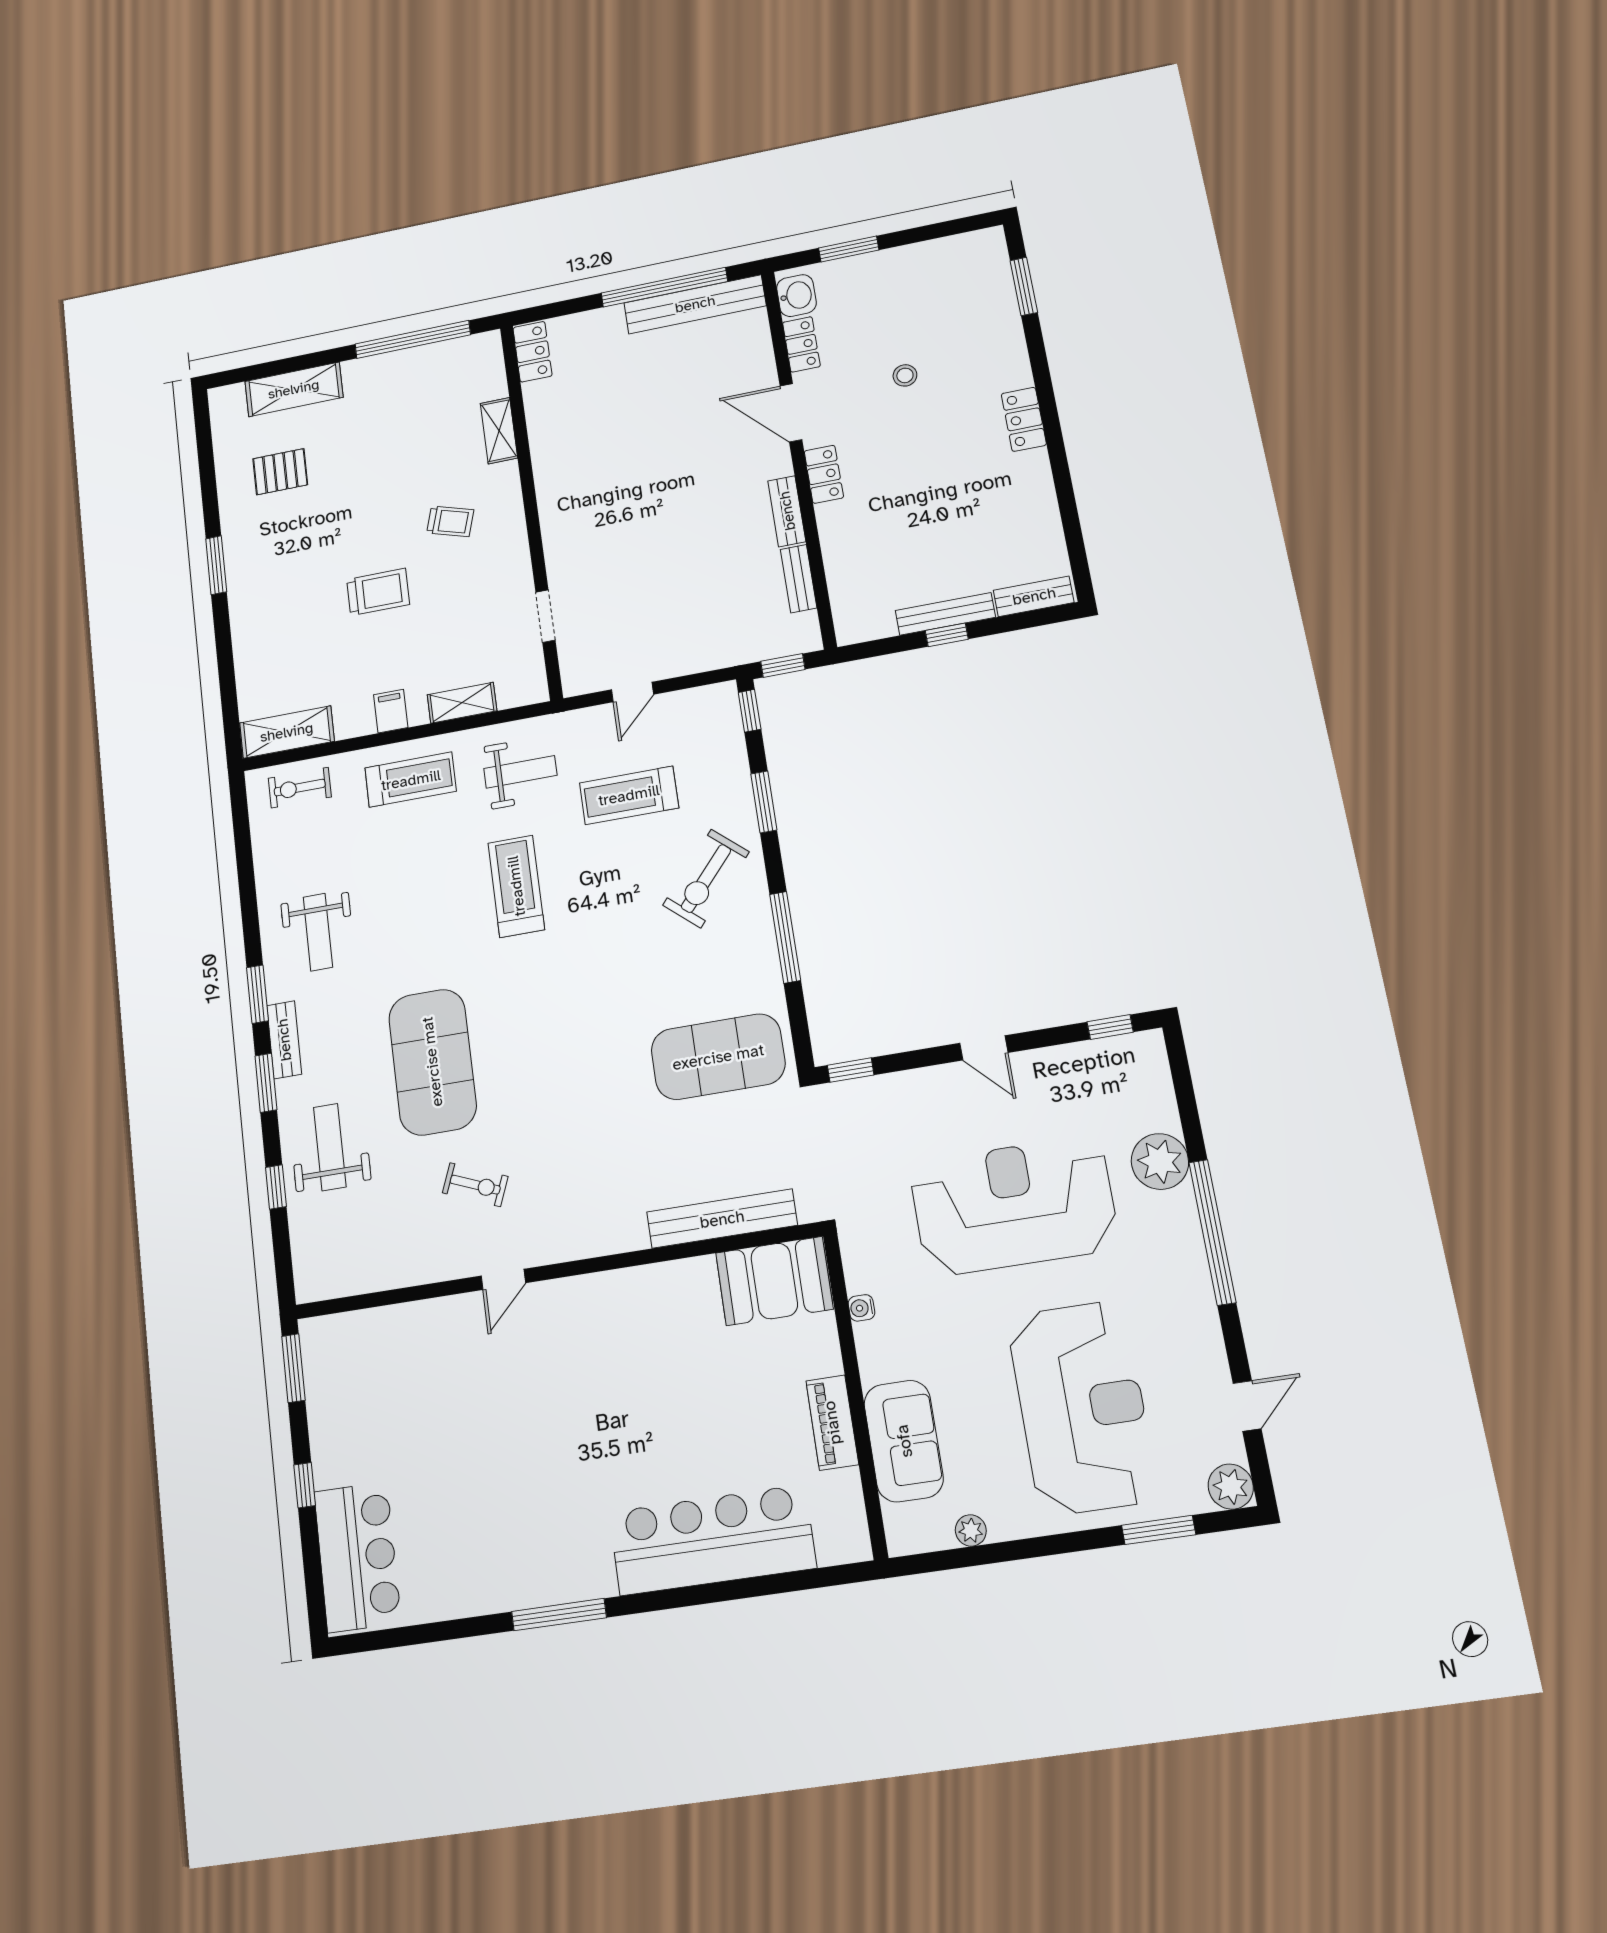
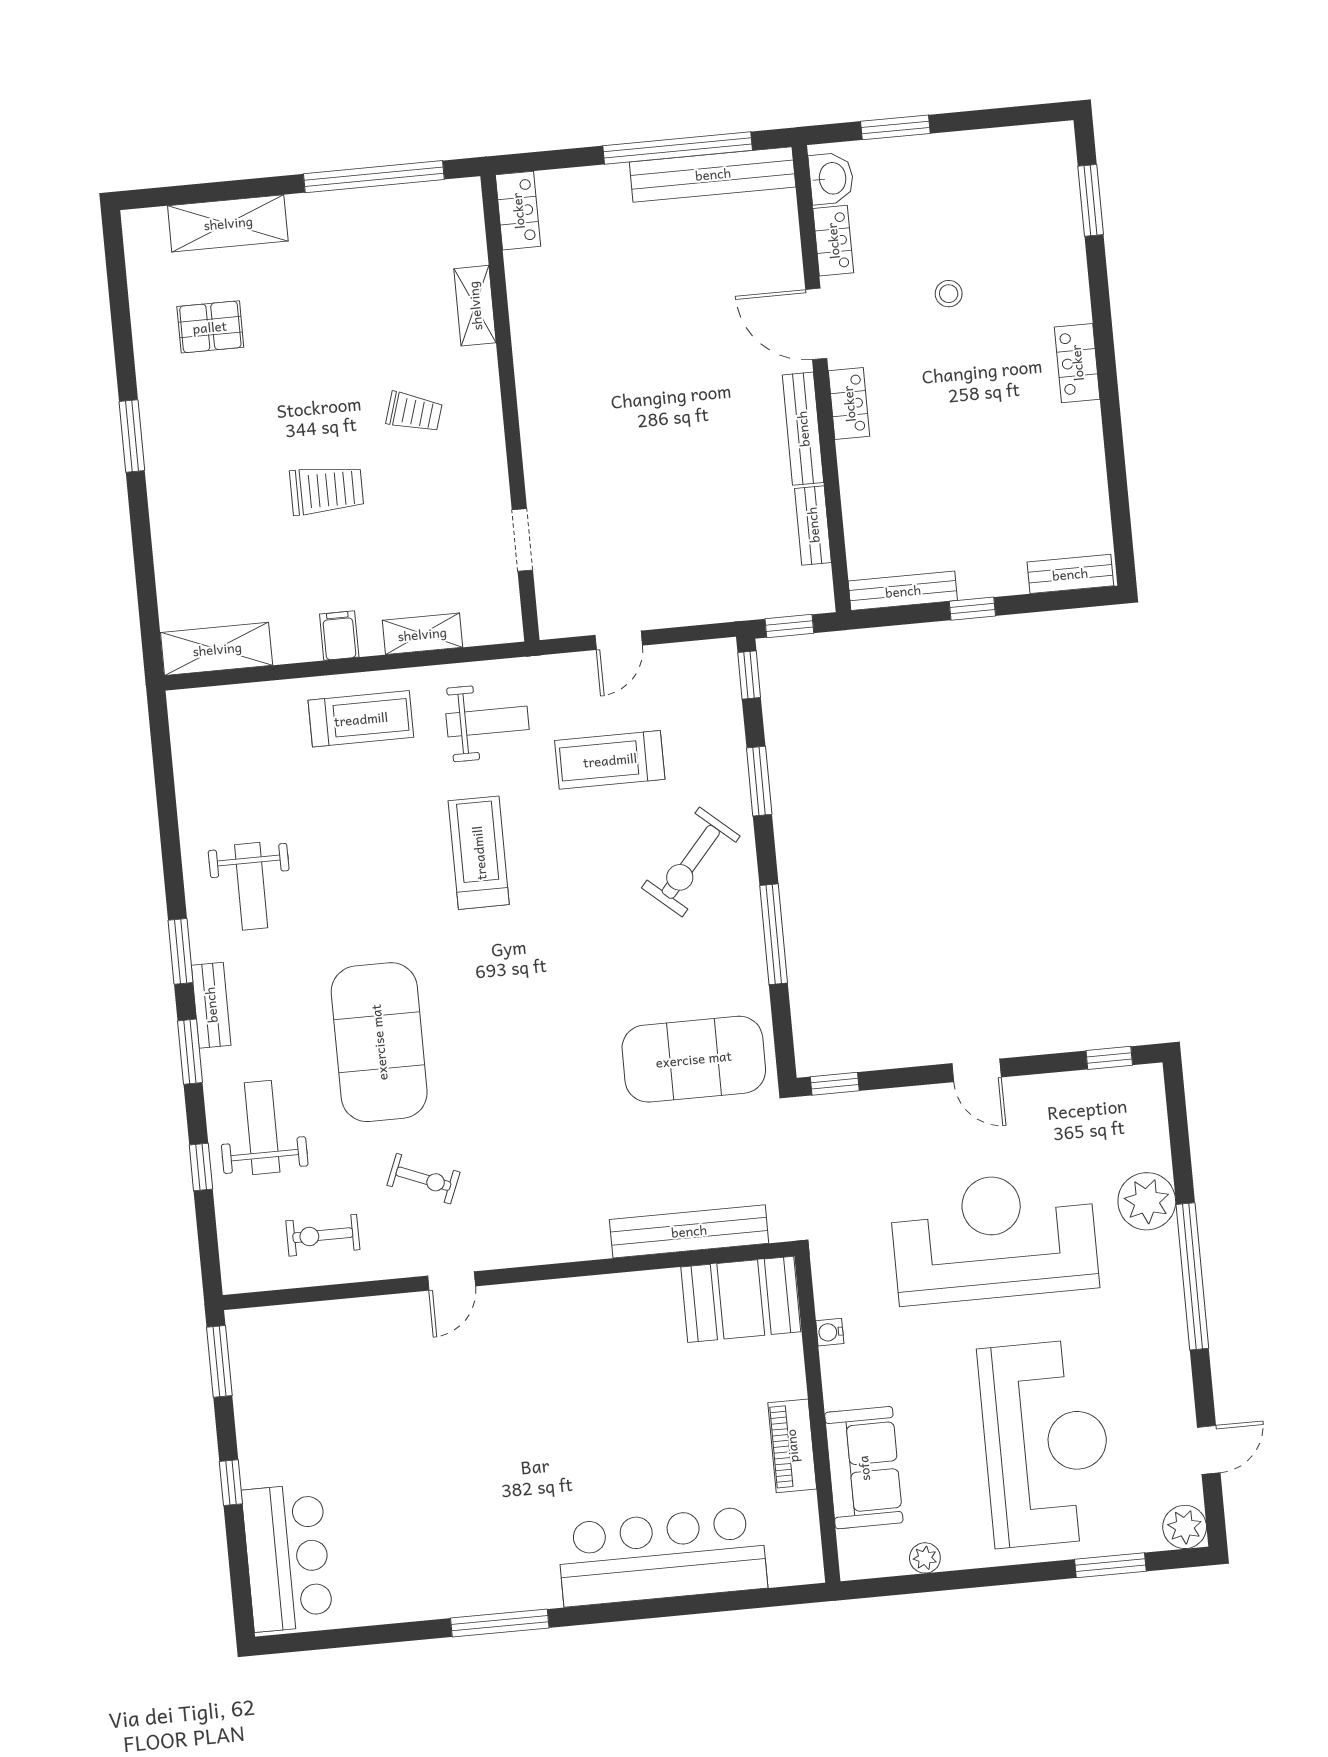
bench: (787, 511) -> (803, 429), width x1.36
bench: (945, 614) -> (903, 591), moved
exercise bike: (300, 788) -> (323, 1235), moved

